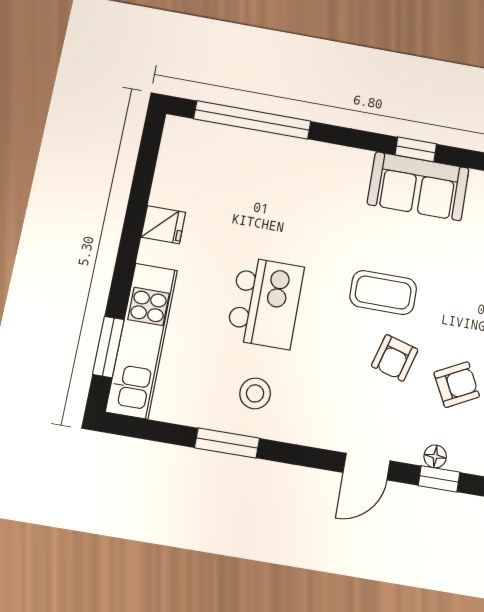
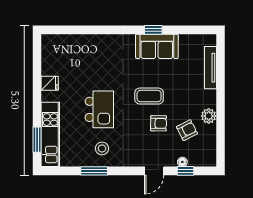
window: (252, 120) -> (79, 30), removed
armchair: (395, 358) -> (159, 123), turned -105

